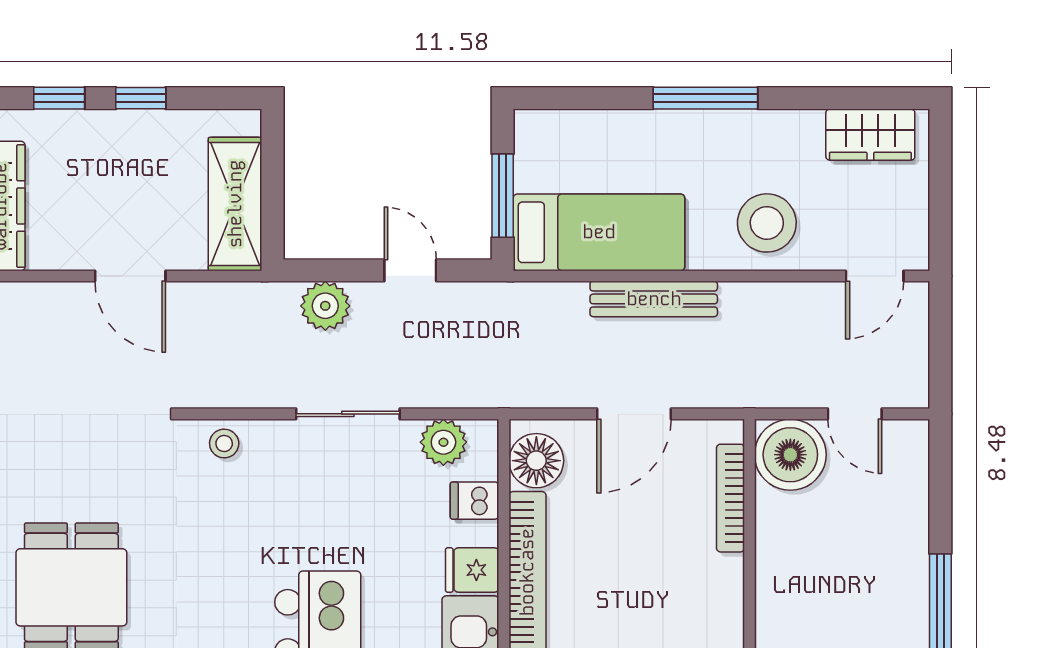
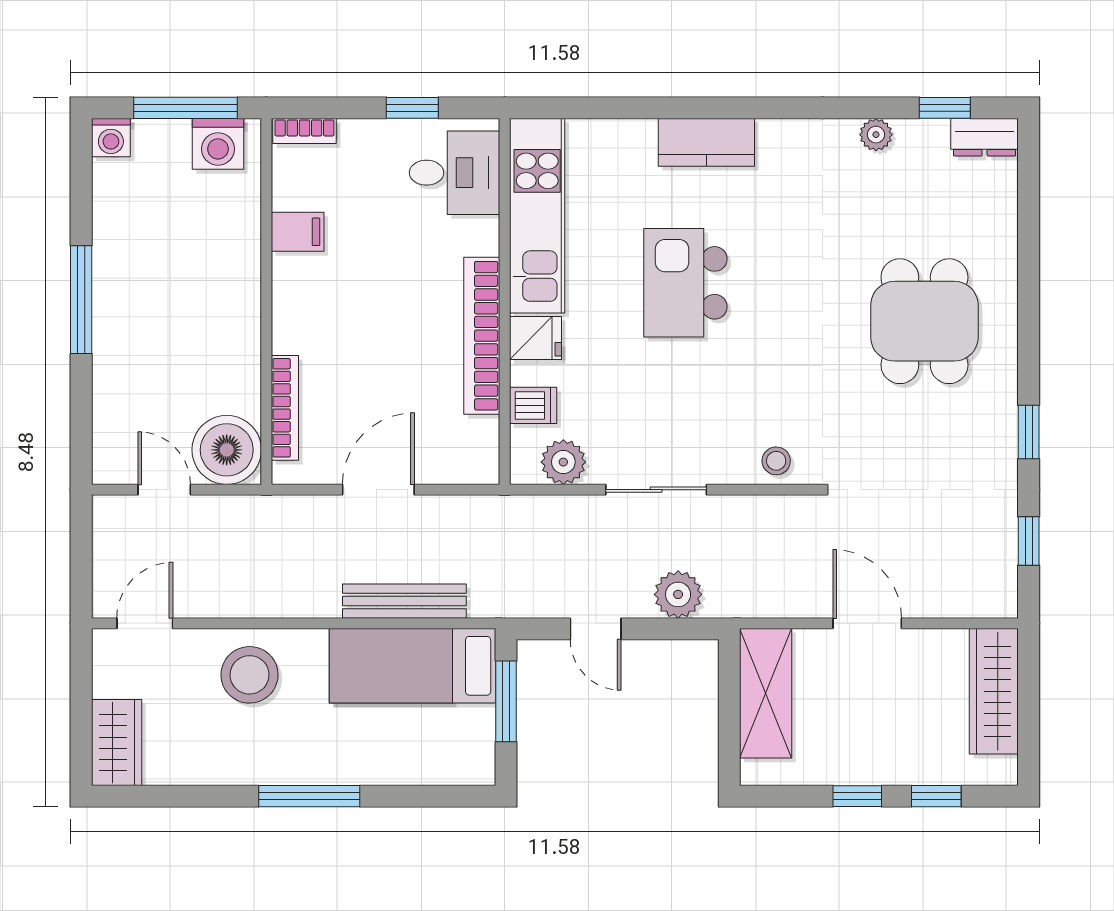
wardrobe: (870, 135) -> (117, 743), moved, turned 90
bench: (654, 299) -> (404, 601), moved
floor lamp: (536, 461) -> (473, 444), removed

